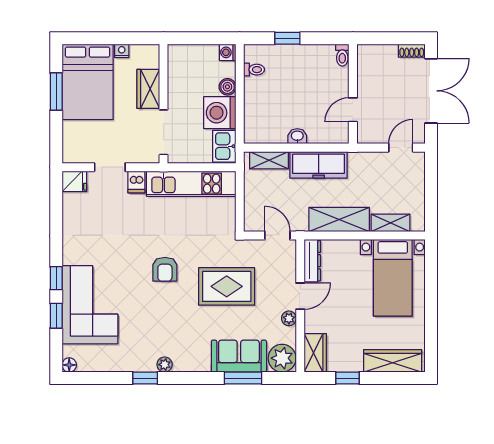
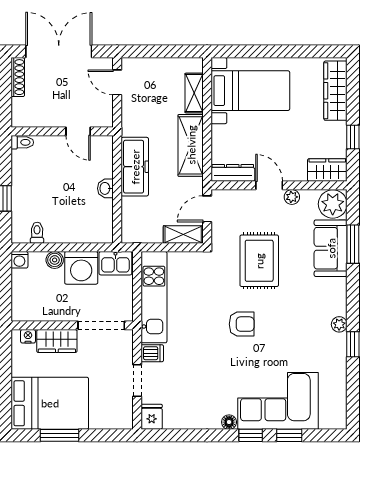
nightstand: (122, 51) -> (28, 336), moved, turned 90
shoe rack: (412, 51) -> (18, 77), width x1.43
shelving: (269, 160) -> (183, 235), moved, turned 90
floor lamp: (69, 365) -> (229, 422), moved

